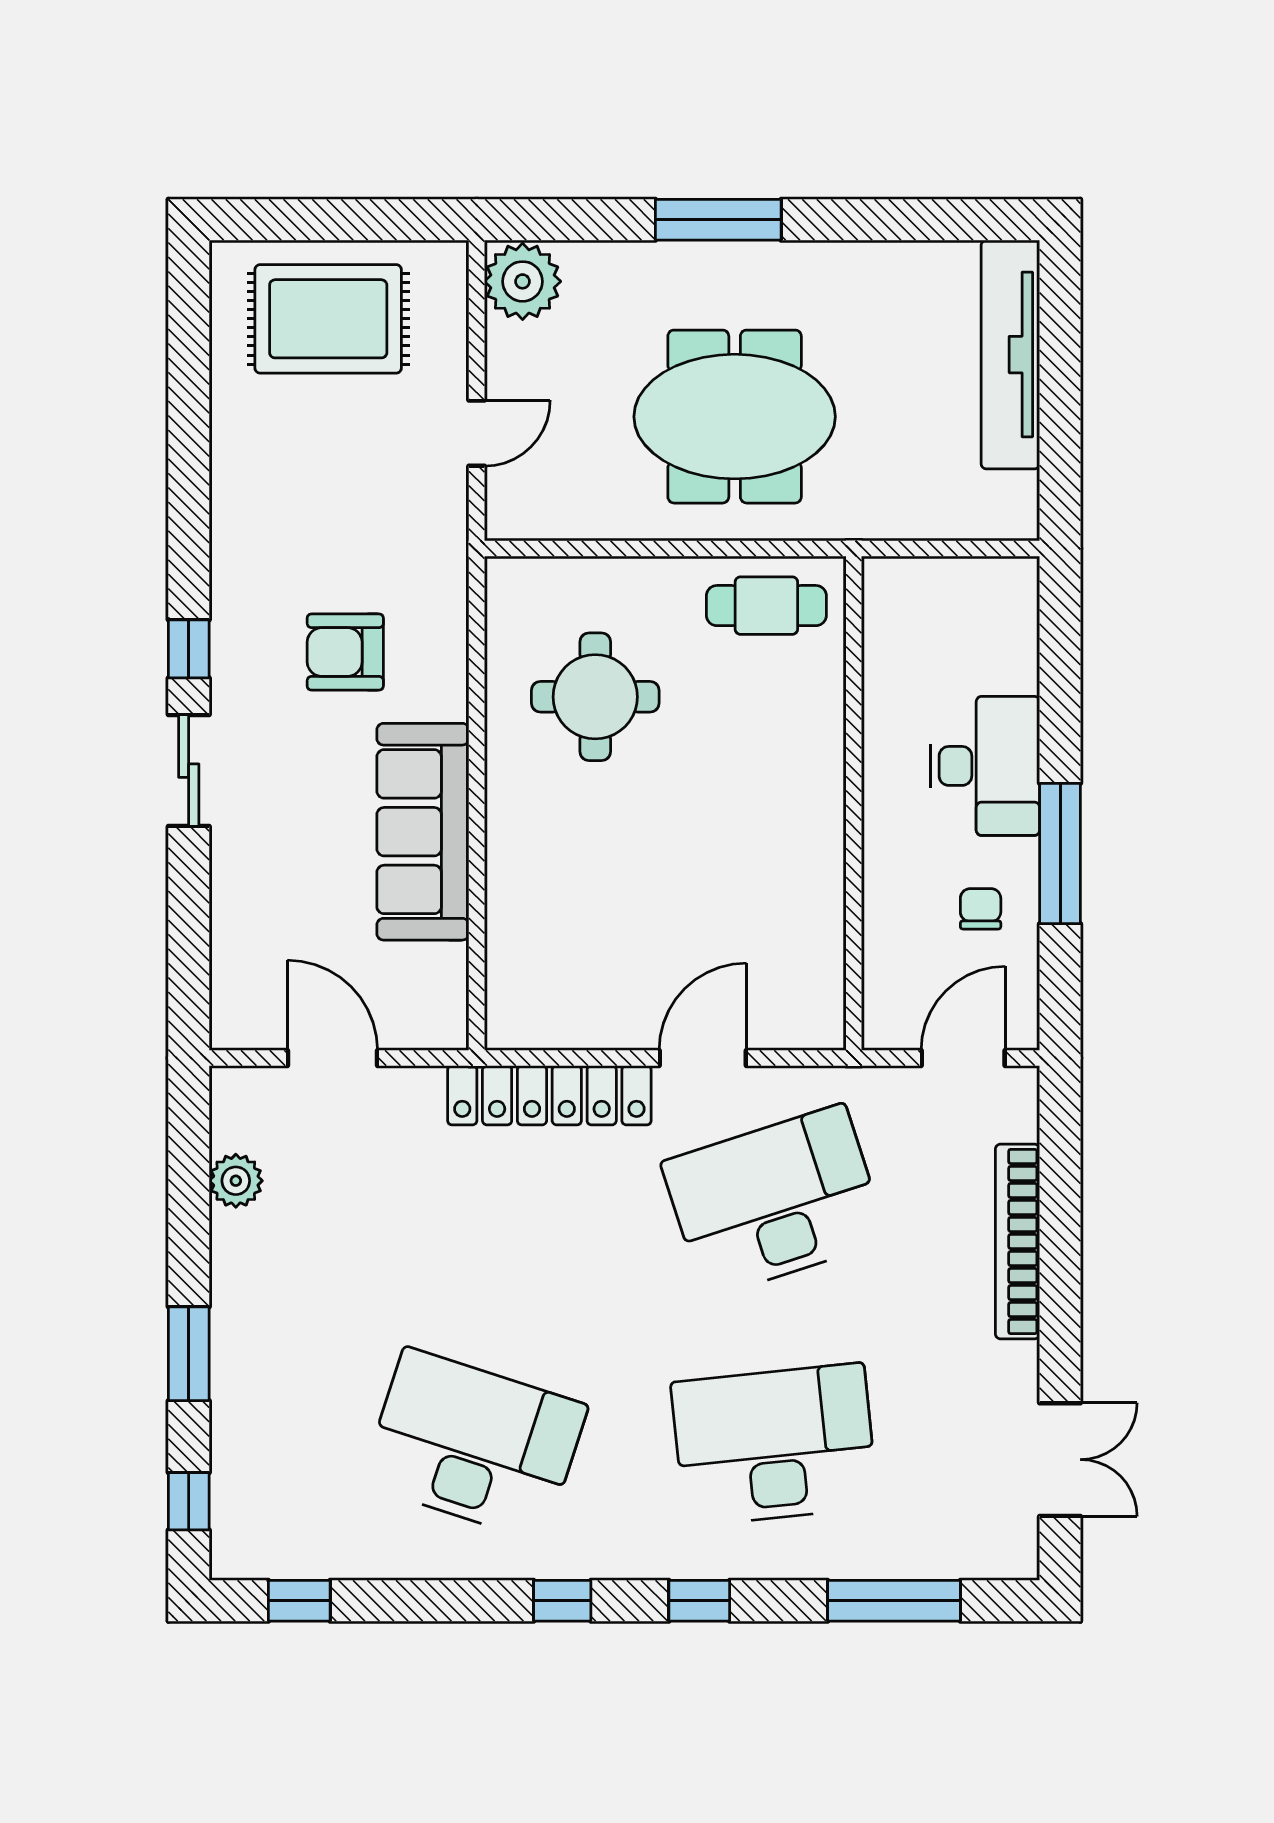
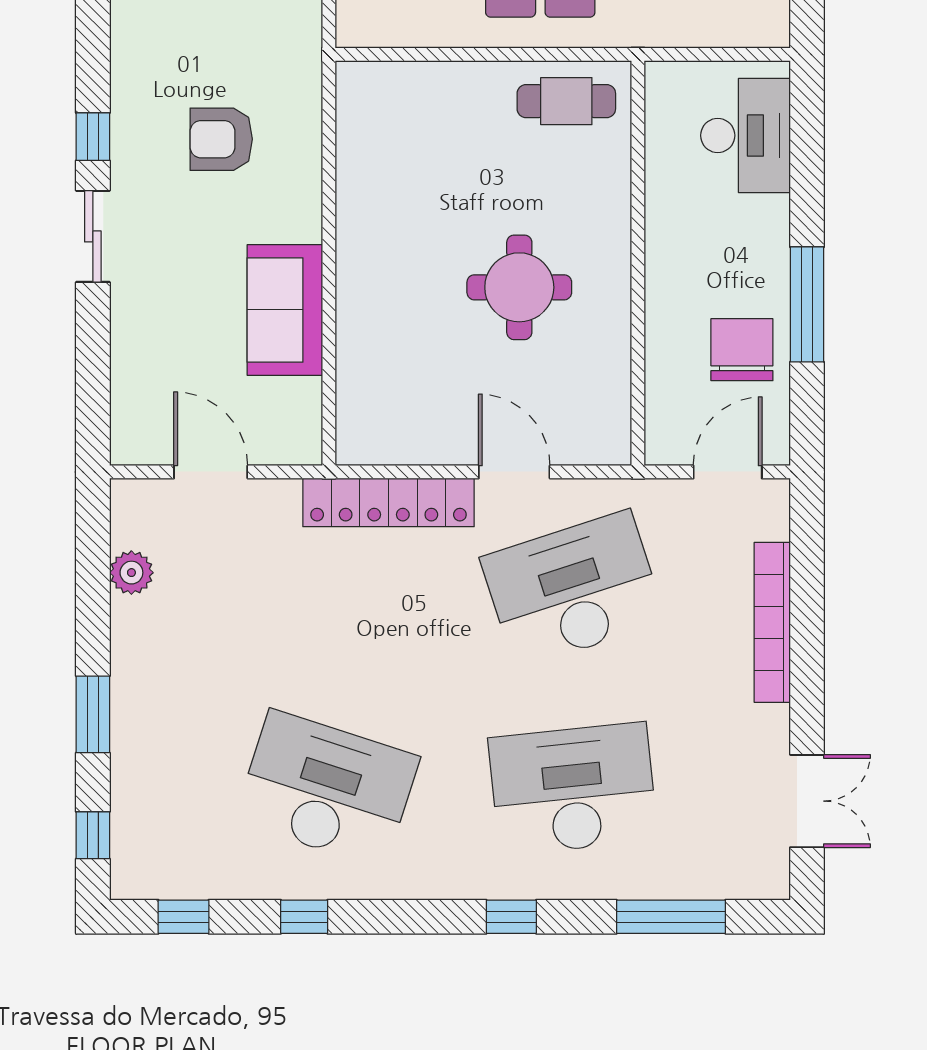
round table: (595, 697) -> (519, 287), moved
desk: (985, 766) -> (746, 135), moved
sofa: (423, 832) -> (285, 310), width x0.73
chair: (981, 909) -> (742, 350), width x1.87, depth x1.87
door: (703, 1058) -> (514, 472), hinge flipped
window: (562, 1601) -> (304, 917), moved

